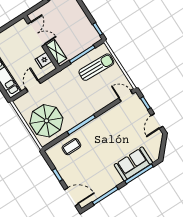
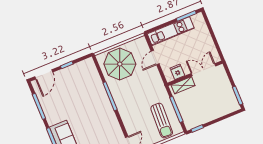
double door: (36, 34) -> (203, 70), swing flipped
door: (33, 86) -> (155, 58), swing flipped
coffee table: (71, 147) -> (91, 83), removed

